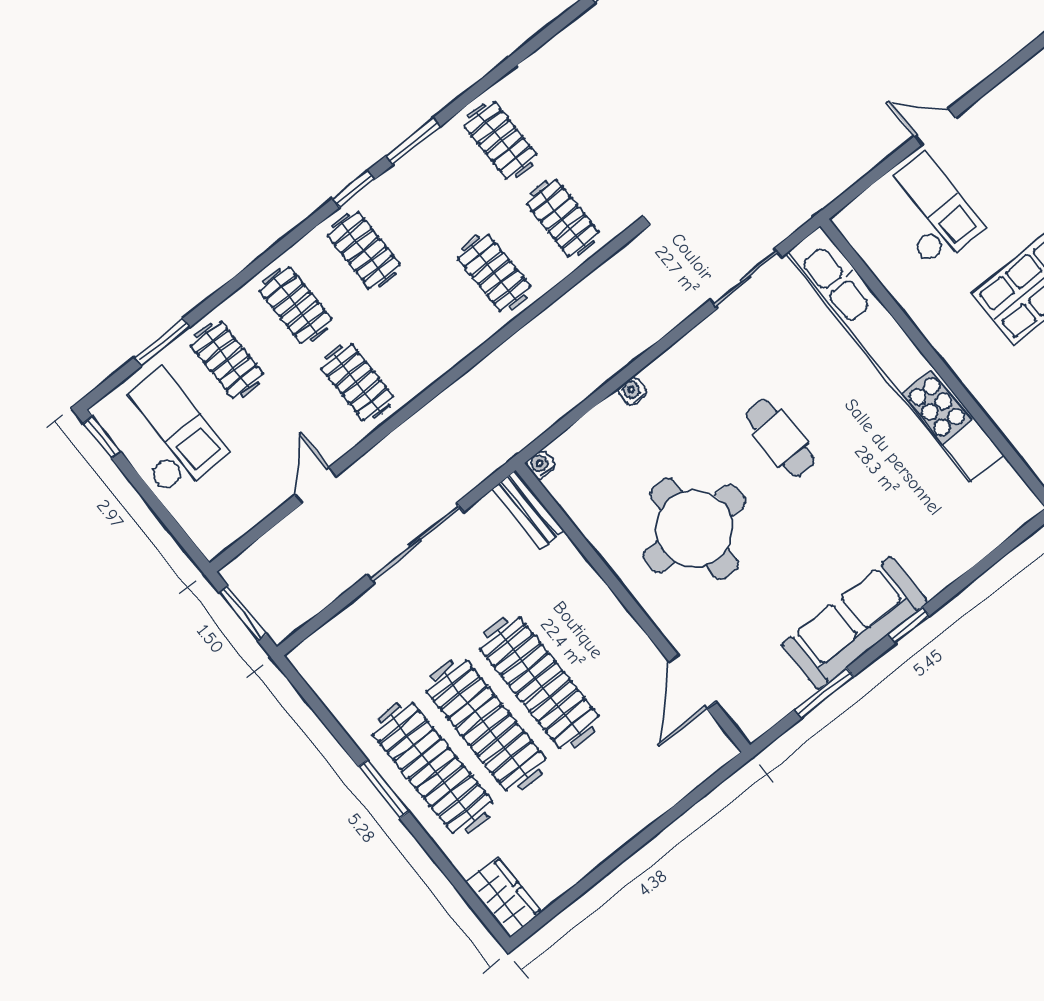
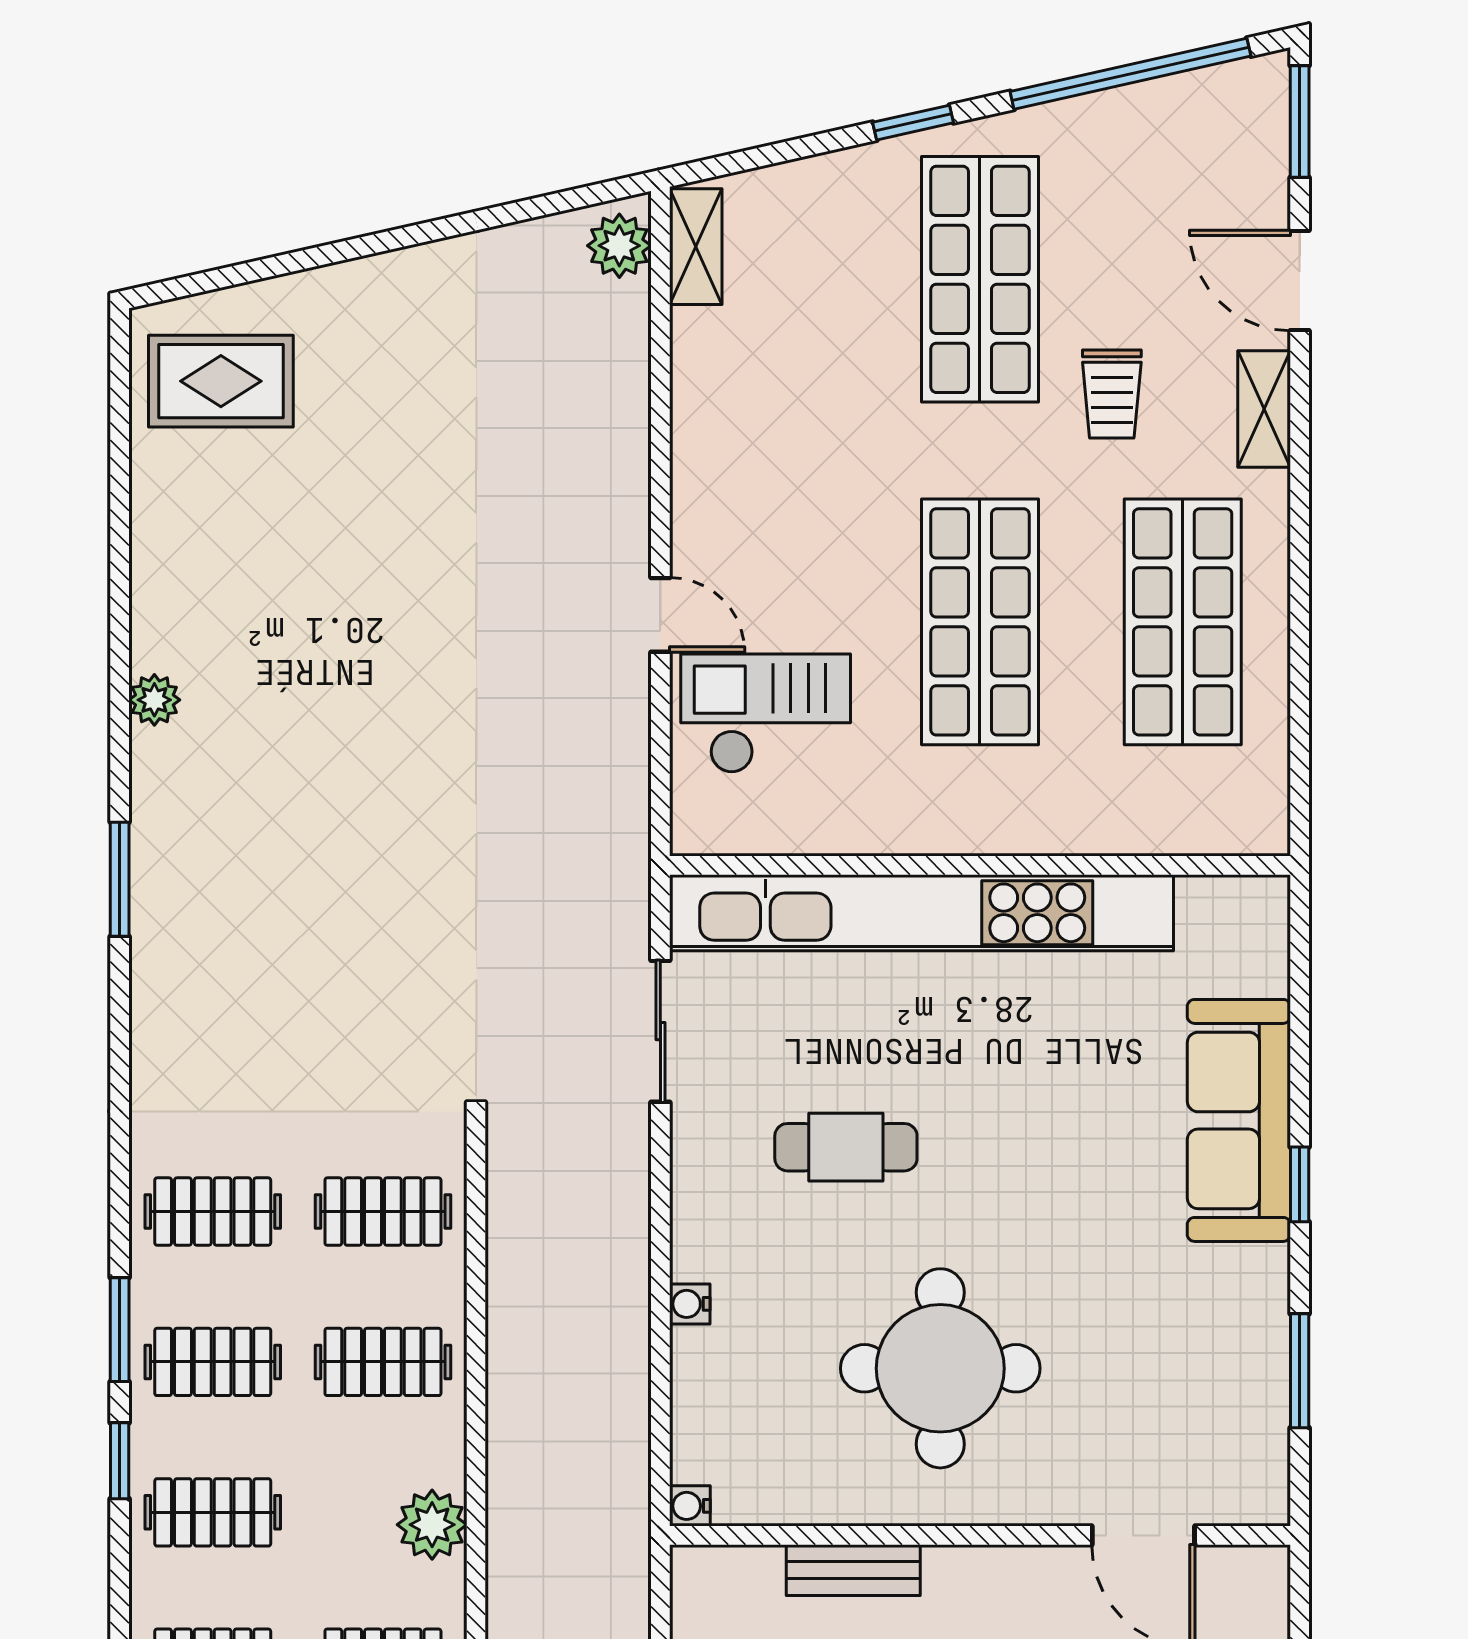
door: (935, 127) -> (660, 615), swing flipped
clothes rail: (432, 195) -> (213, 1362), added
plant: (438, 354) -> (432, 1525), added
cafe table: (780, 438) -> (846, 1147), moved
bench: (528, 509) -> (853, 1570), moved
sofa: (855, 623) -> (1239, 1120), moved

